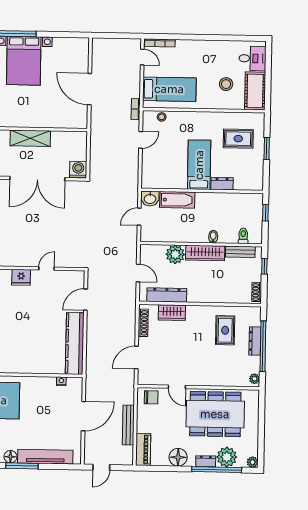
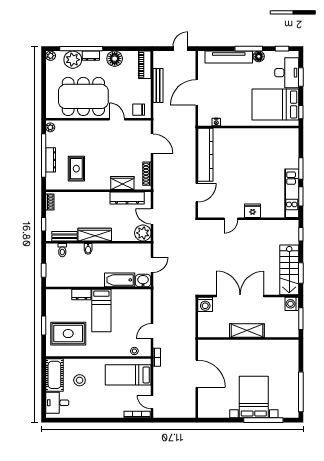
rug: (238, 139) -> (68, 334), width x1.36, depth x1.43
plant: (175, 254) -> (143, 233), moved
door: (136, 358) -> (152, 144), hinge flipped

